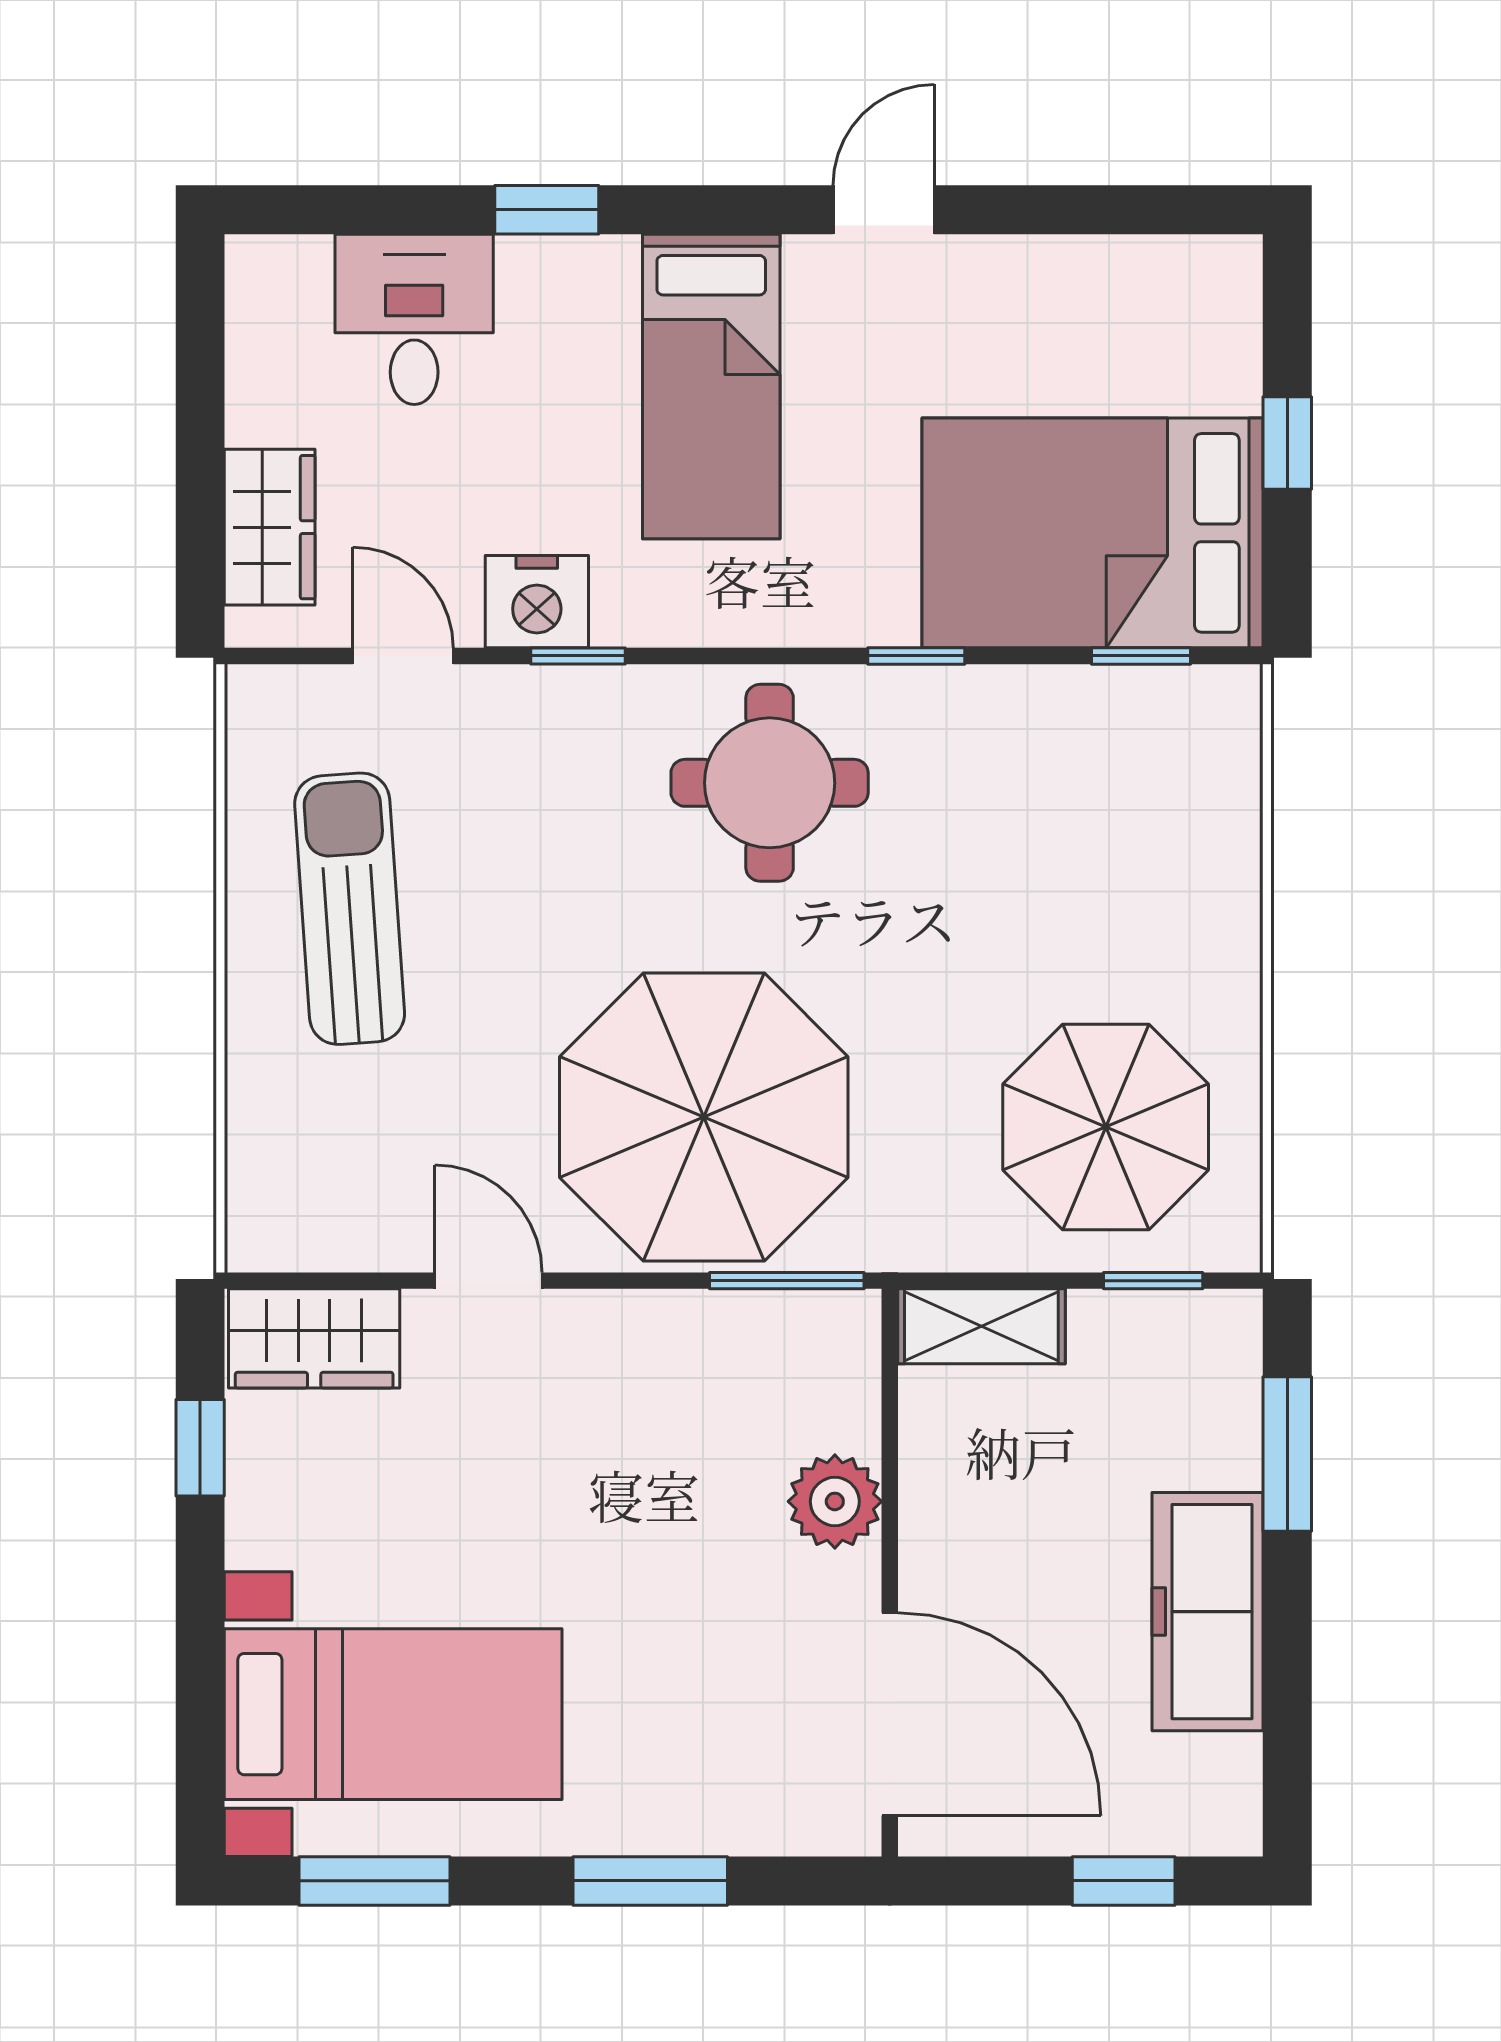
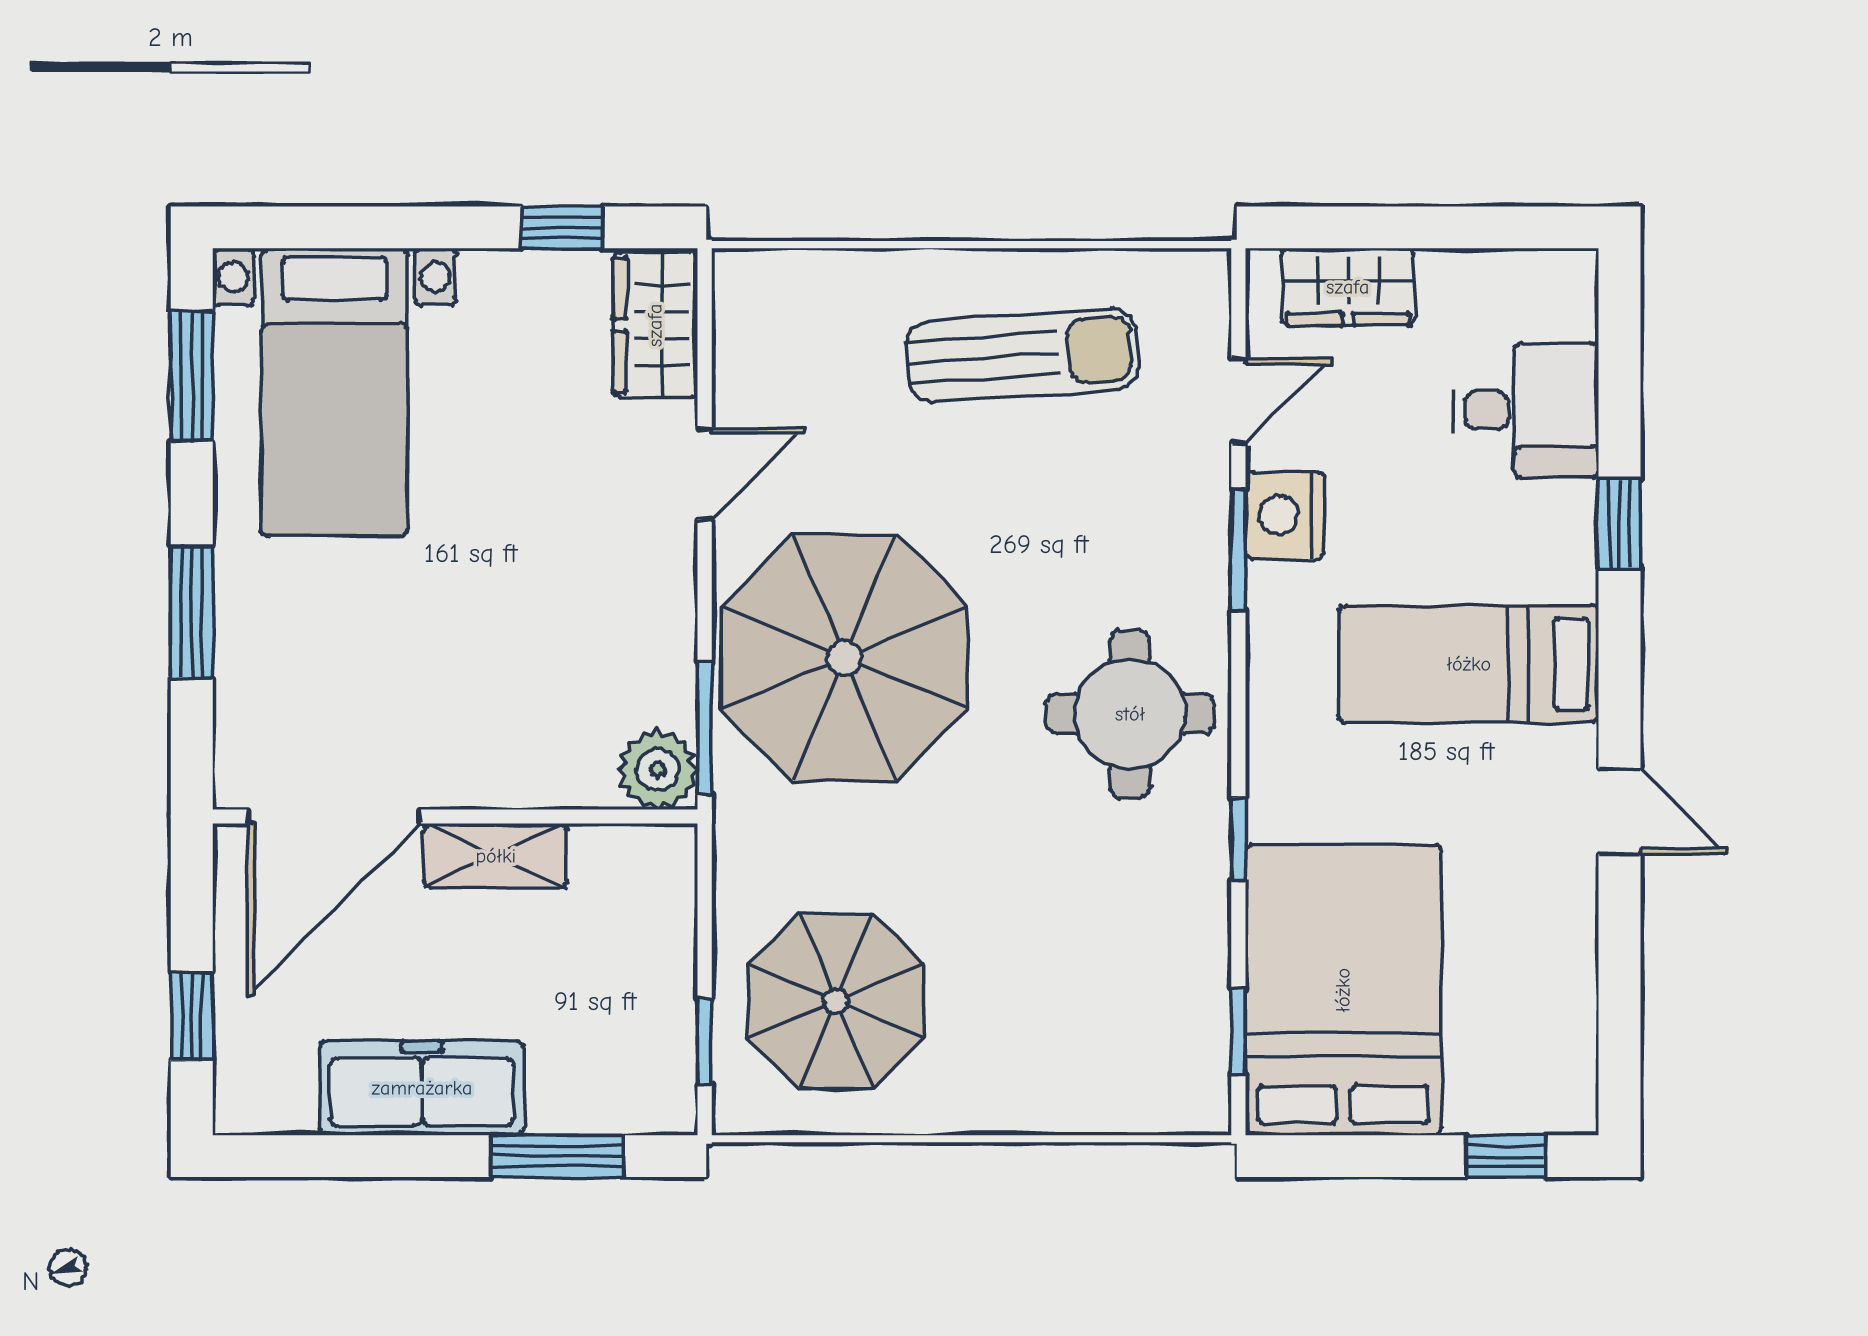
window: (1287, 443) -> (1506, 1156), moved
window: (578, 656) -> (1238, 550), width x1.50
shelving: (981, 1326) -> (496, 856), moved, turned 90
plant: (835, 1501) -> (658, 770), moved

